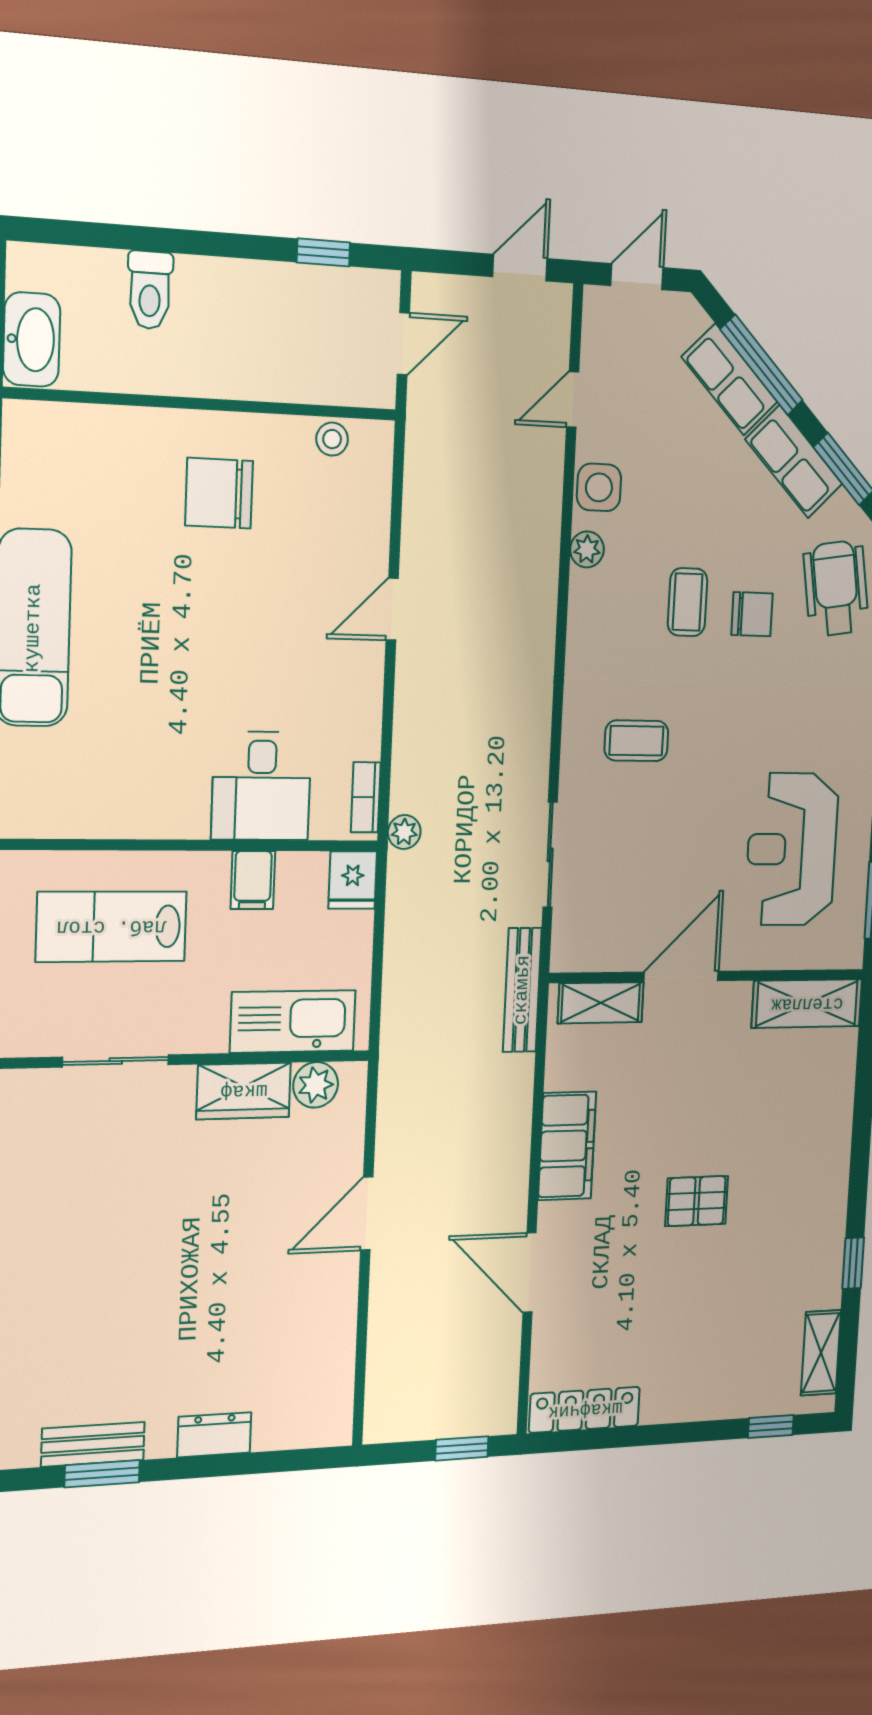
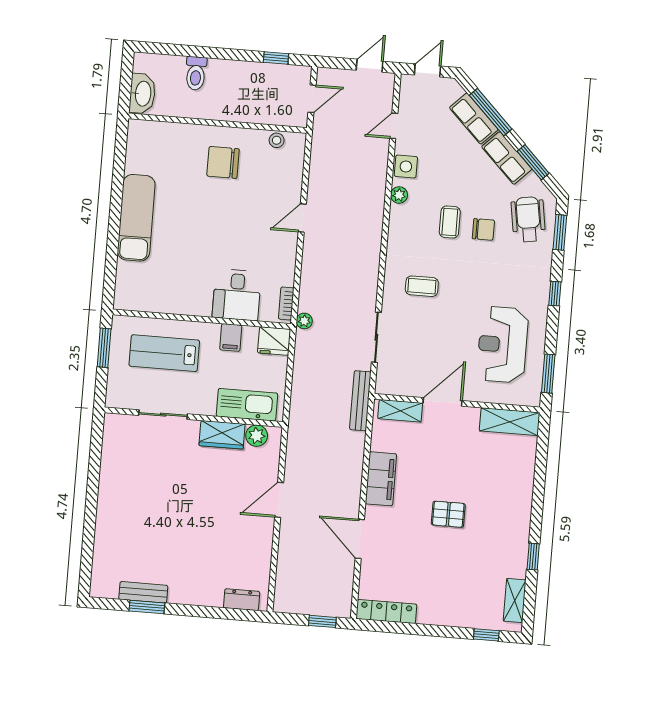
fridge: (353, 880) -> (274, 341), width x1.38
dresser: (214, 1435) -> (242, 600), moved

